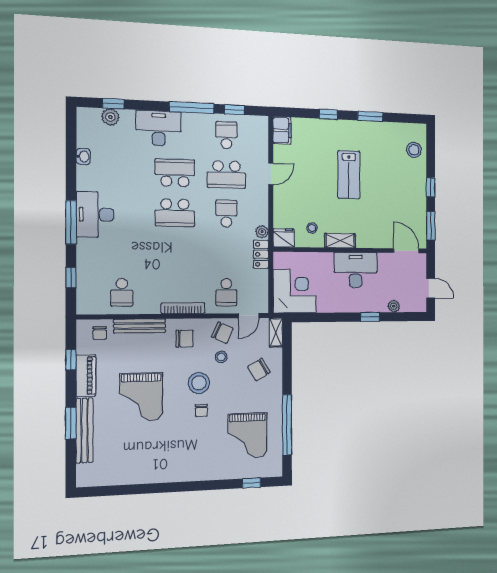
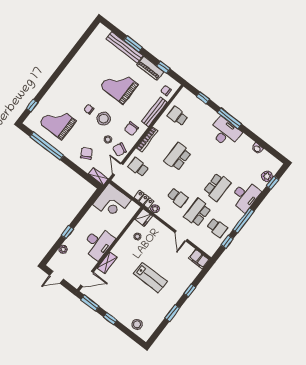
lab bench: (349, 175) -> (150, 278), turned 180
school desk: (175, 213) -> (178, 157), moved
shelving: (340, 241) -> (107, 263), moved

